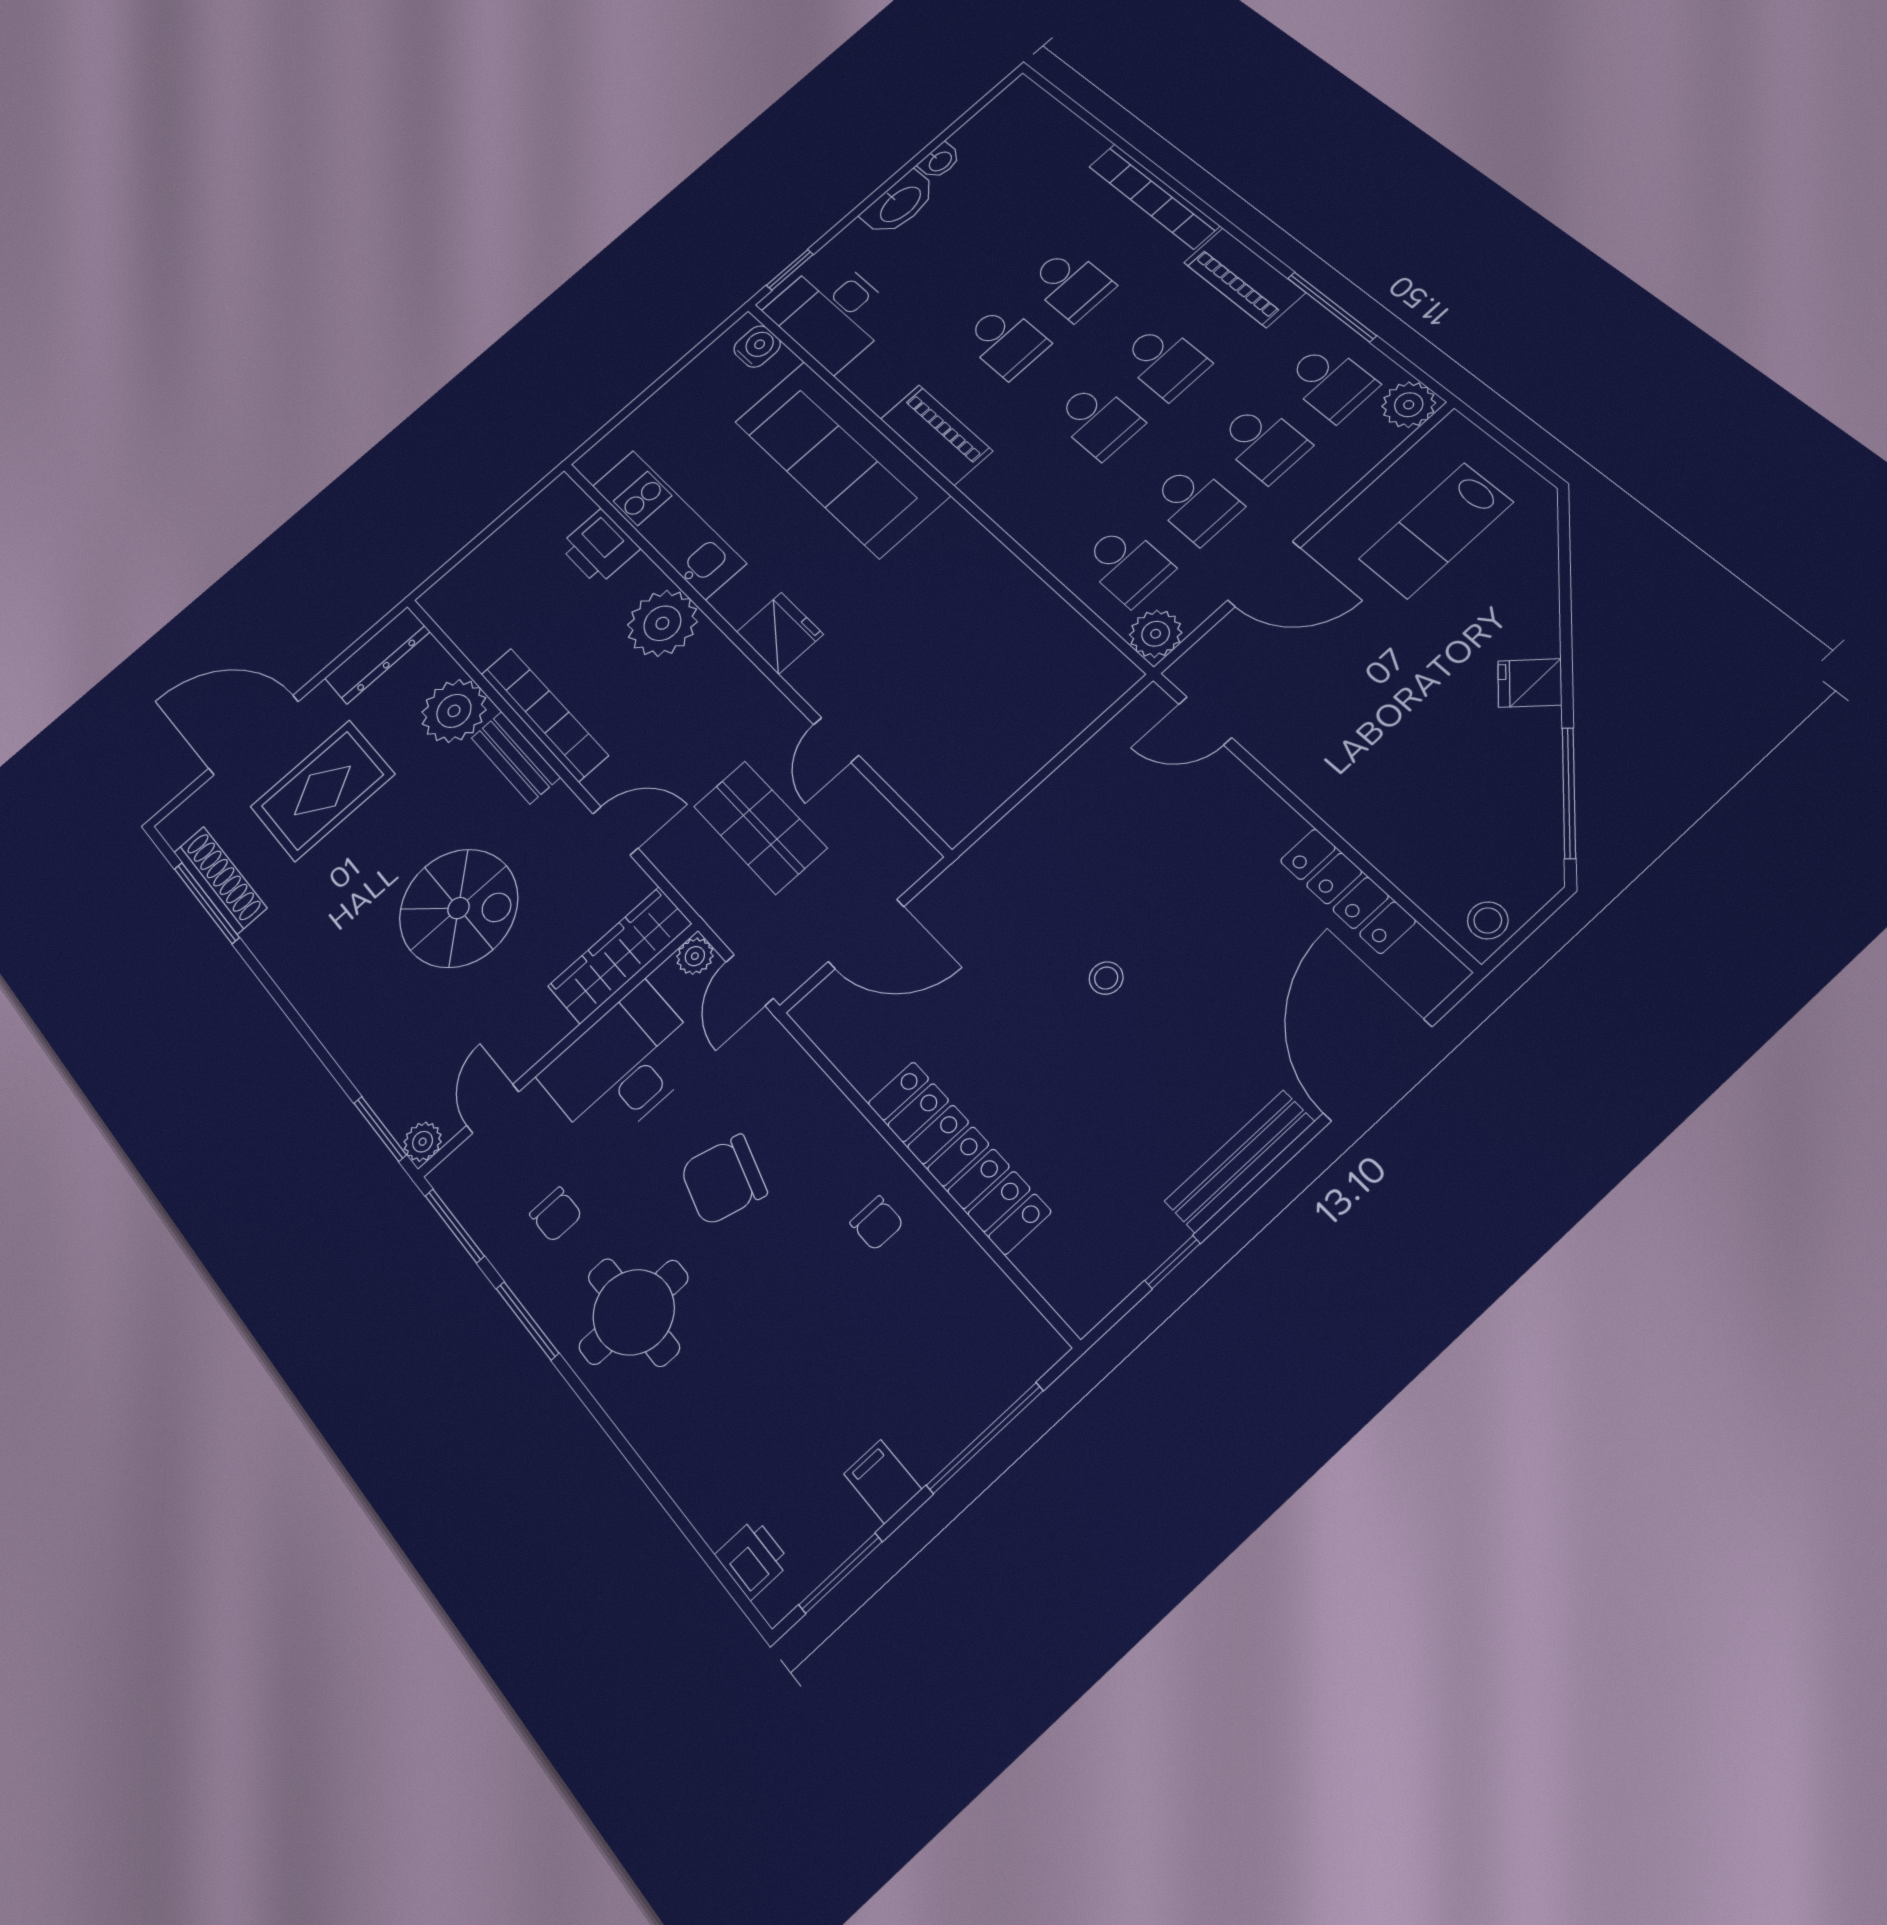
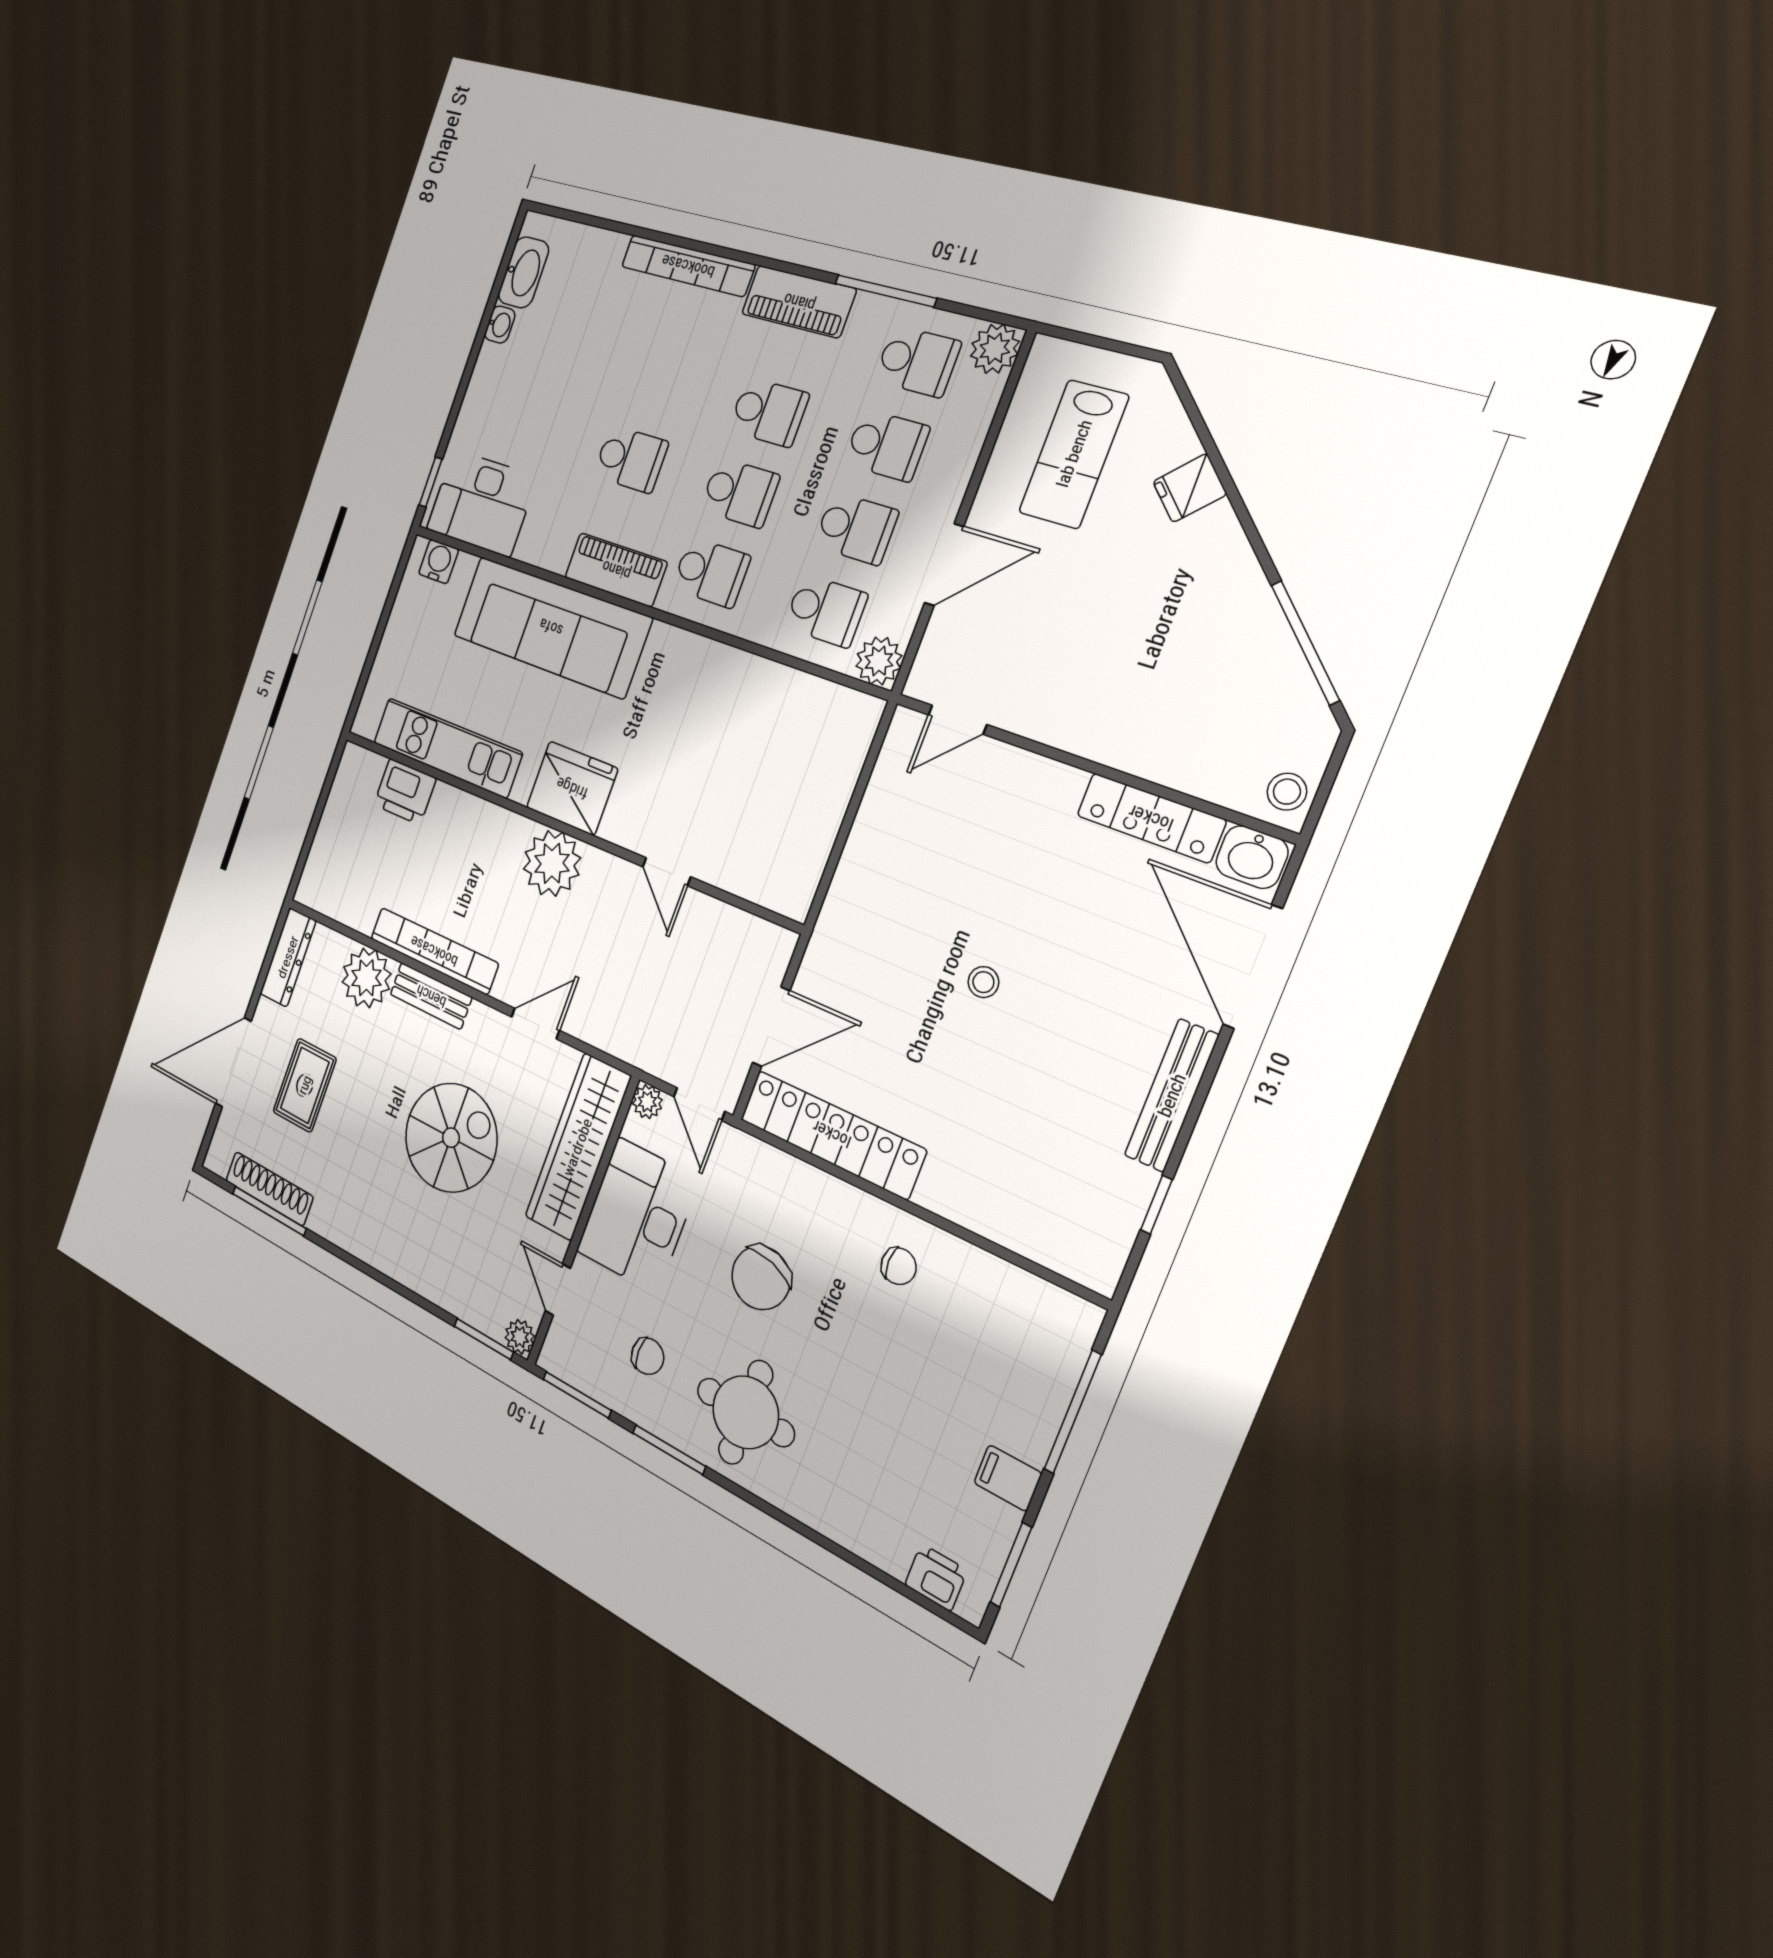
washbasin: (900, 204) -> (523, 272), moved
school desk: (1071, 284) -> (711, 572), moved
plant: (662, 623) -> (552, 863), moved
fridge: (780, 633) -> (572, 788), width x1.36, depth x1.34
fridge: (1530, 683) -> (1190, 488), moved
rug: (322, 790) -> (305, 1085), width x0.73, depth x0.70
shop shelf: (760, 827) -> (644, 972), removed
wardrobe: (620, 955) -> (578, 1147), width x1.40, depth x1.17
washbasin: (1426, 967) -> (1252, 857), added
locker: (958, 1157) -> (832, 1134), moved

